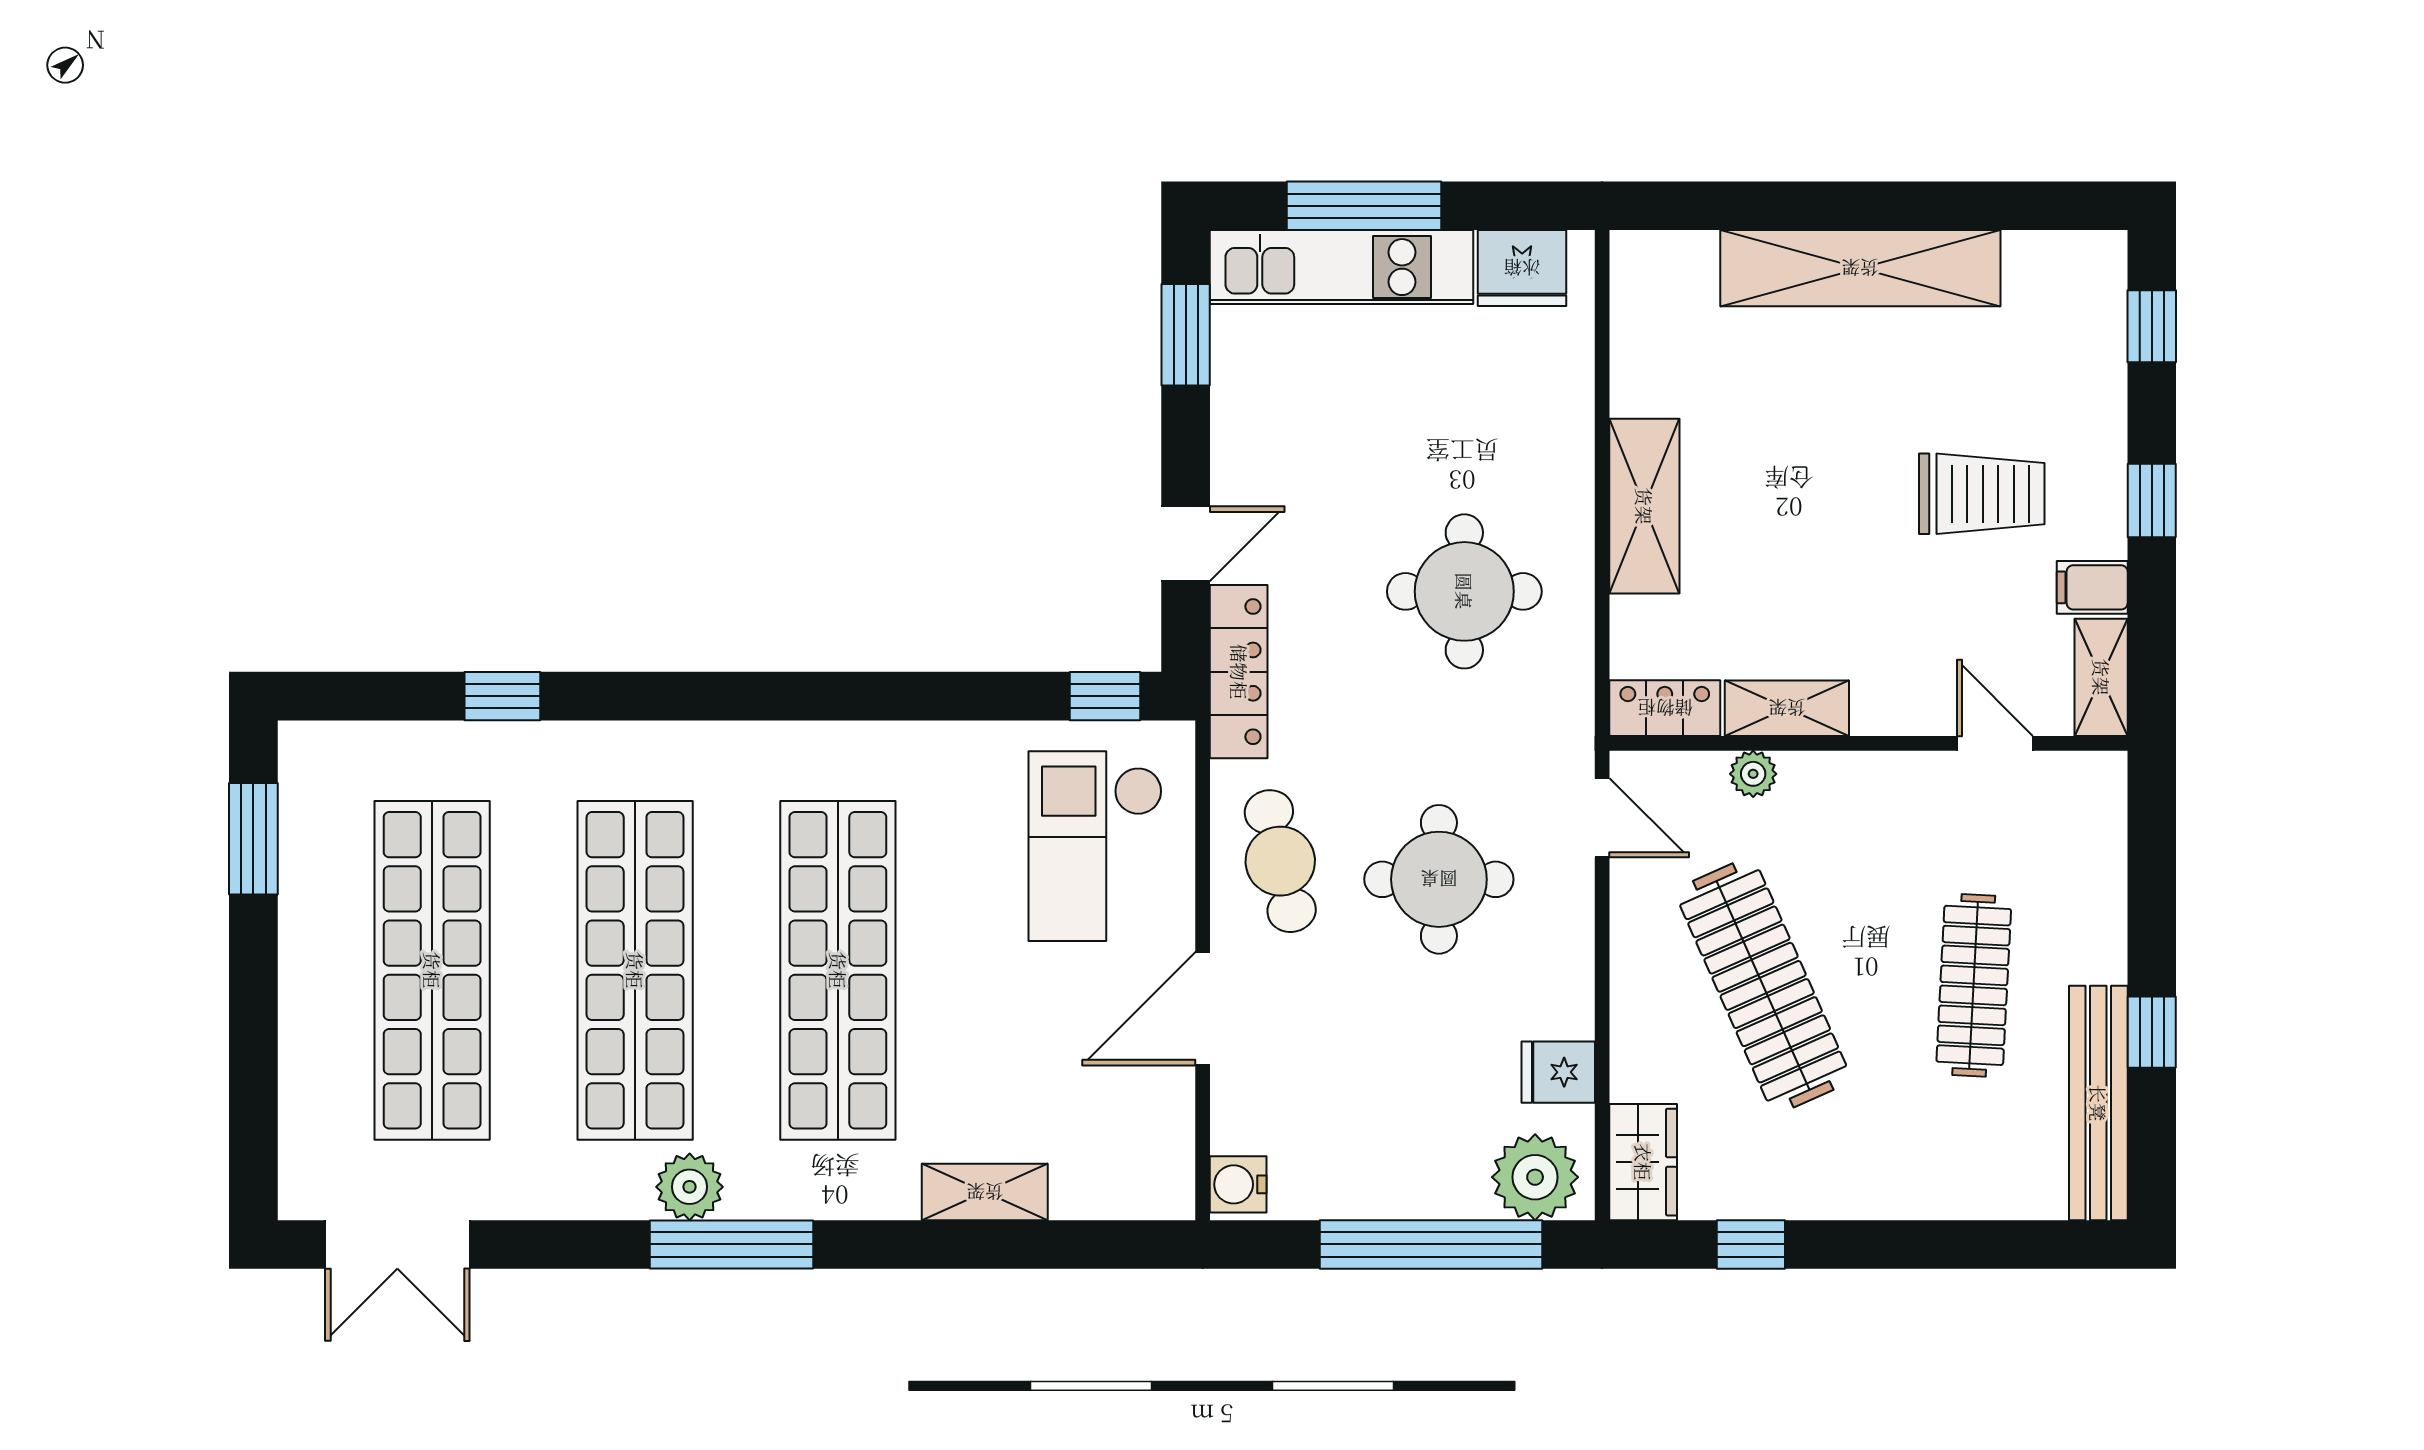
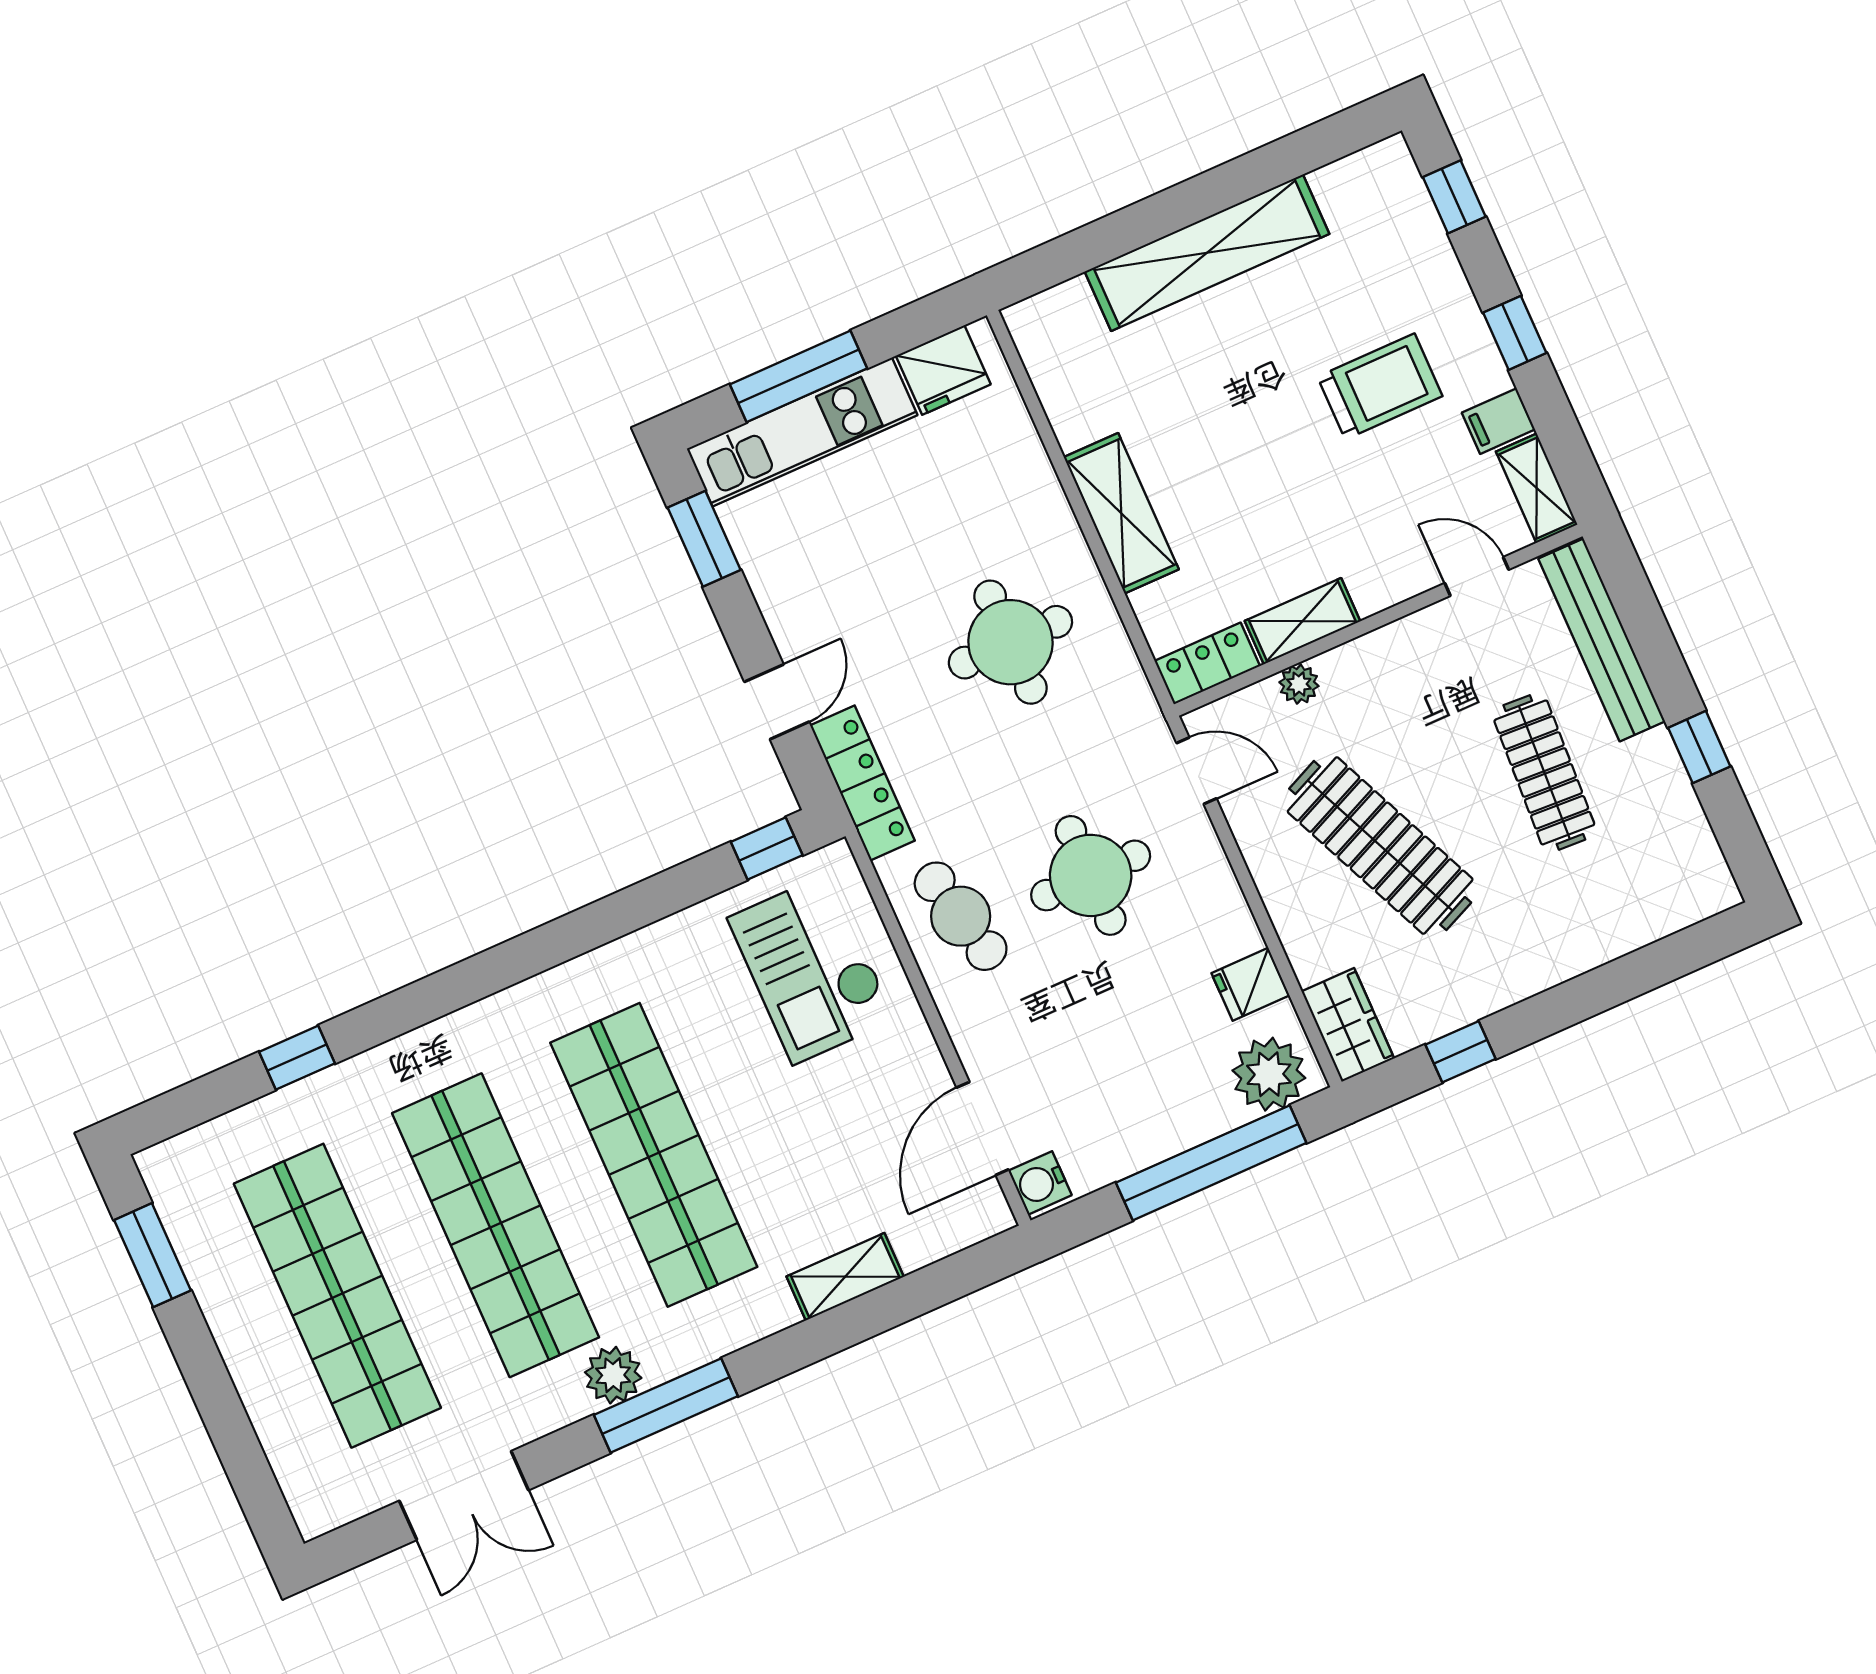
door: (1203, 1009) -> (983, 1128), moved
bench: (2098, 1103) -> (1602, 640), moved
double door: (397, 1244) -> (464, 1495), moved

